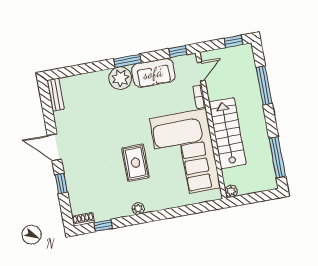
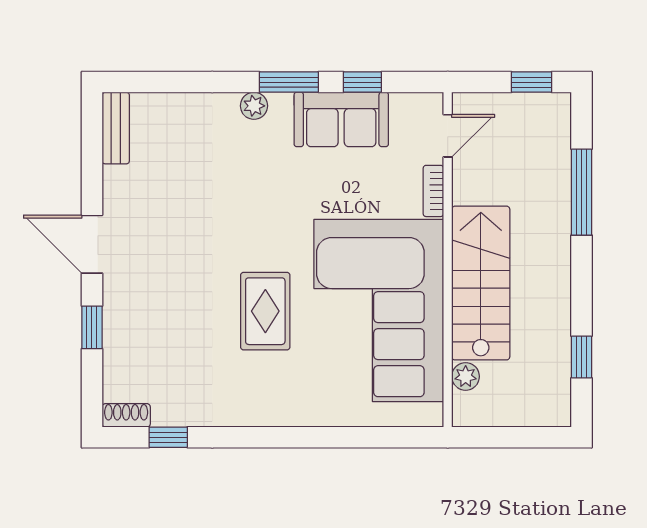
window: (178, 52) -> (362, 82), moved
plant: (120, 78) -> (254, 106), width x0.53, depth x0.53
window: (277, 157) -> (582, 357), width x0.46
plant: (231, 191) -> (466, 376), moved
plant: (138, 208) -> (253, 414), removed

